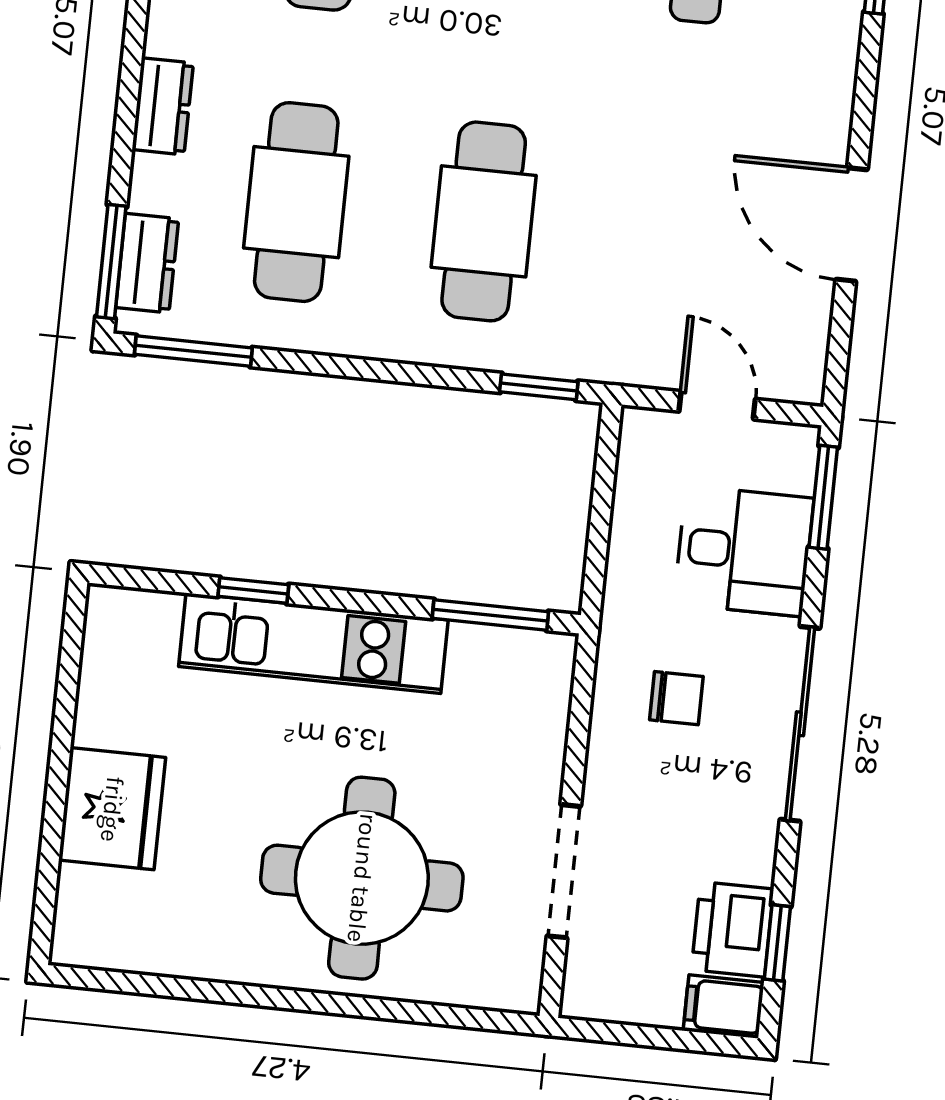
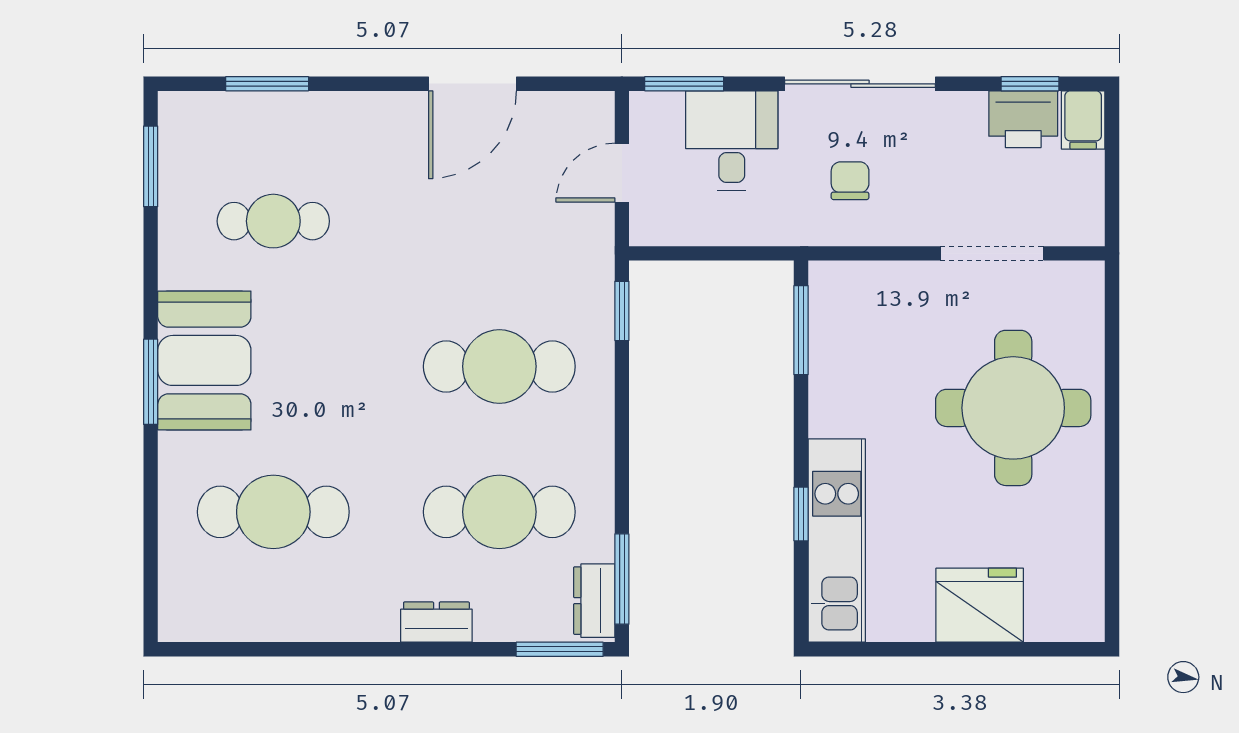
dresser: (147, 263) -> (594, 601), moved, turned -90
kitchen unit: (313, 643) -> (837, 540), moved

